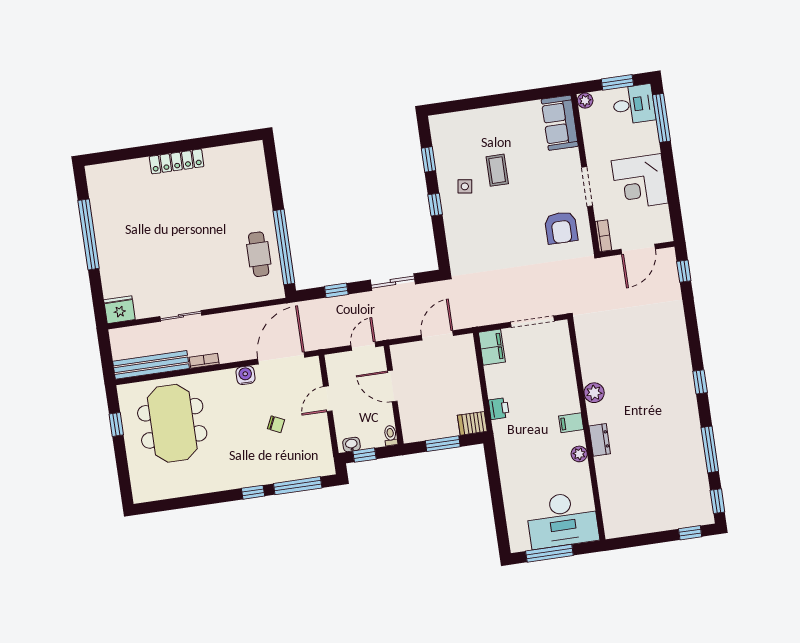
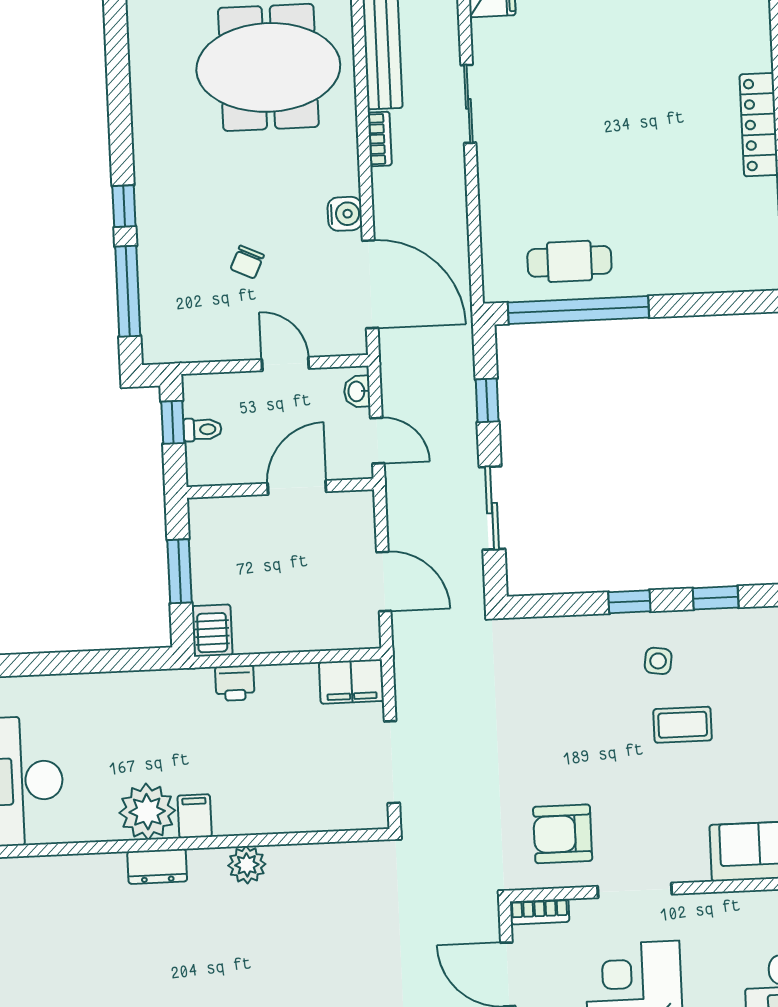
toilet: (391, 436) -> (202, 429), moved
washbasin: (351, 444) -> (357, 391), moved, turned 180
plant: (579, 454) -> (147, 812), width x1.88, depth x1.88

